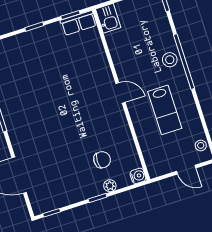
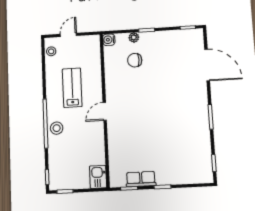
row of seats: (78, 23) -> (141, 179), moved
door: (121, 93) -> (105, 111), hinge flipped
door: (186, 170) -> (68, 35), hinge flipped

